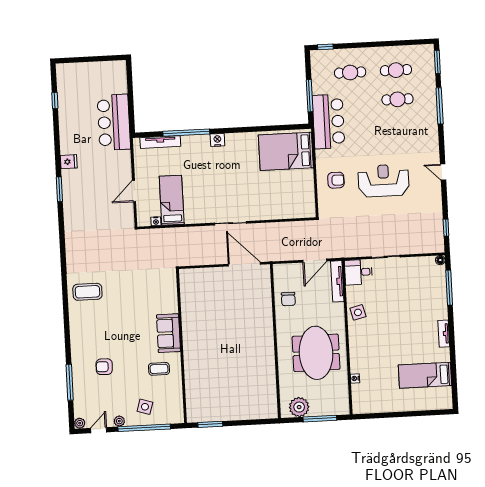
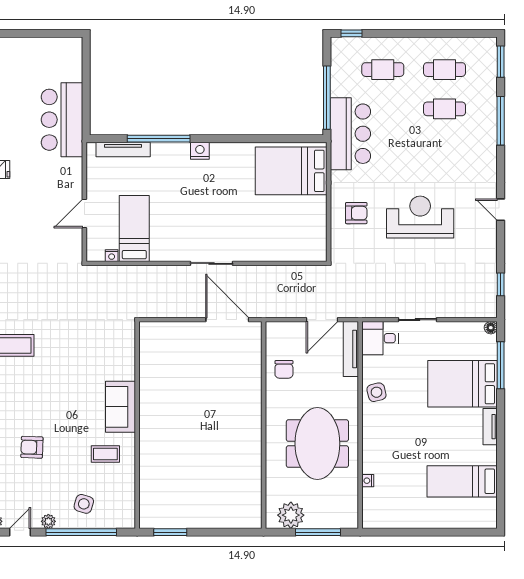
window: (310, 96) -> (327, 98), width x1.46
bed: (422, 303) -> (462, 384), added

